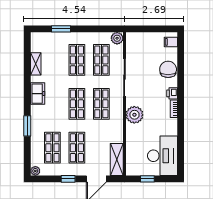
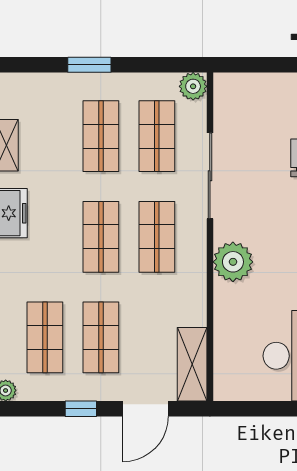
window: (61, 29) -> (89, 65), moved
window: (147, 179) -> (263, 409), removed

